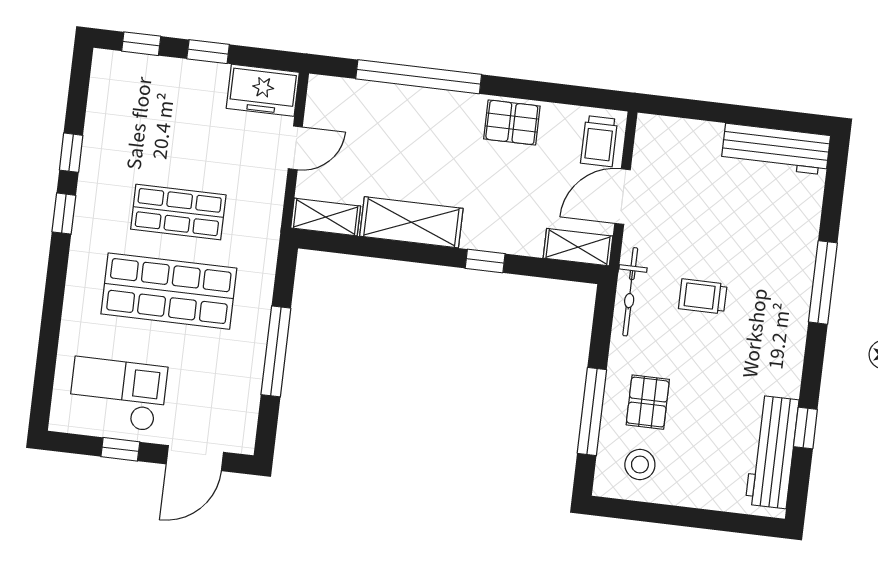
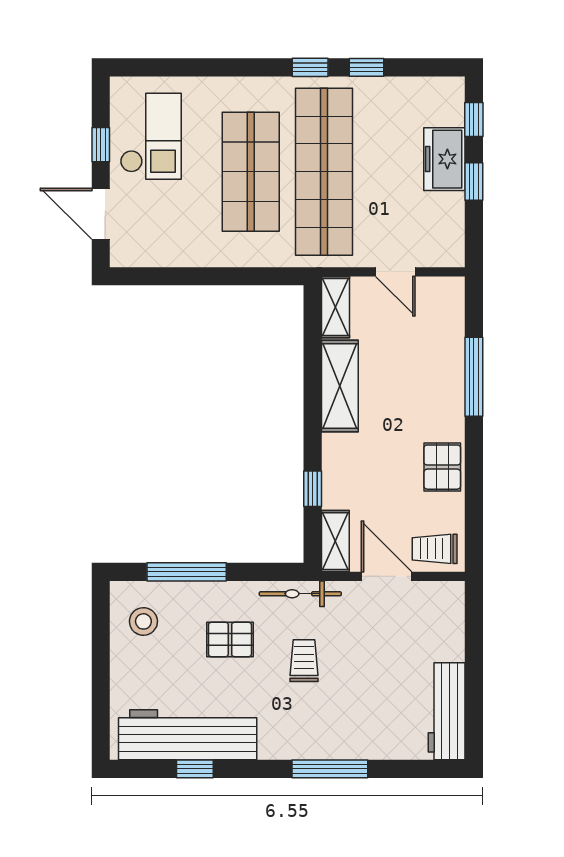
window: (419, 77) -> (474, 377), width x0.68
freezer: (263, 90) -> (444, 159), moved
shop shelf: (178, 212) -> (324, 172), width x2.00, depth x1.36
window: (485, 261) -> (313, 489), moved
window: (276, 351) -> (207, 276), removed
pallet: (648, 402) -> (230, 640), moved
workbench: (772, 452) -> (188, 735), width x1.36, depth x1.32

